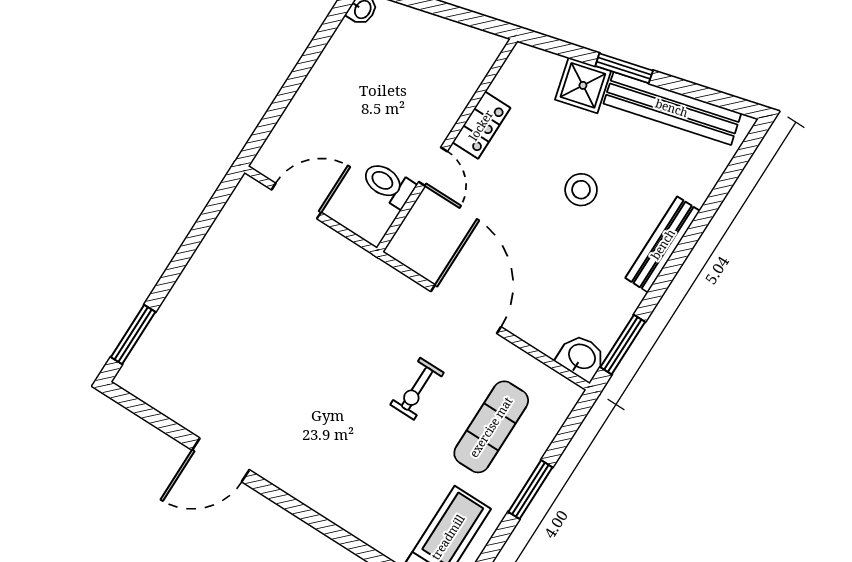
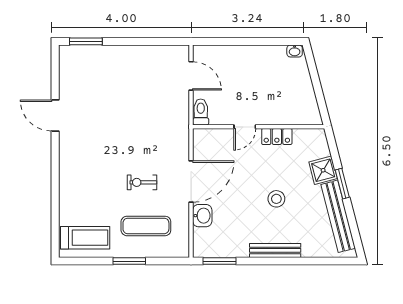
toilet: (388, 184) -> (201, 112), moved
washbasin: (581, 357) -> (202, 216), moved

